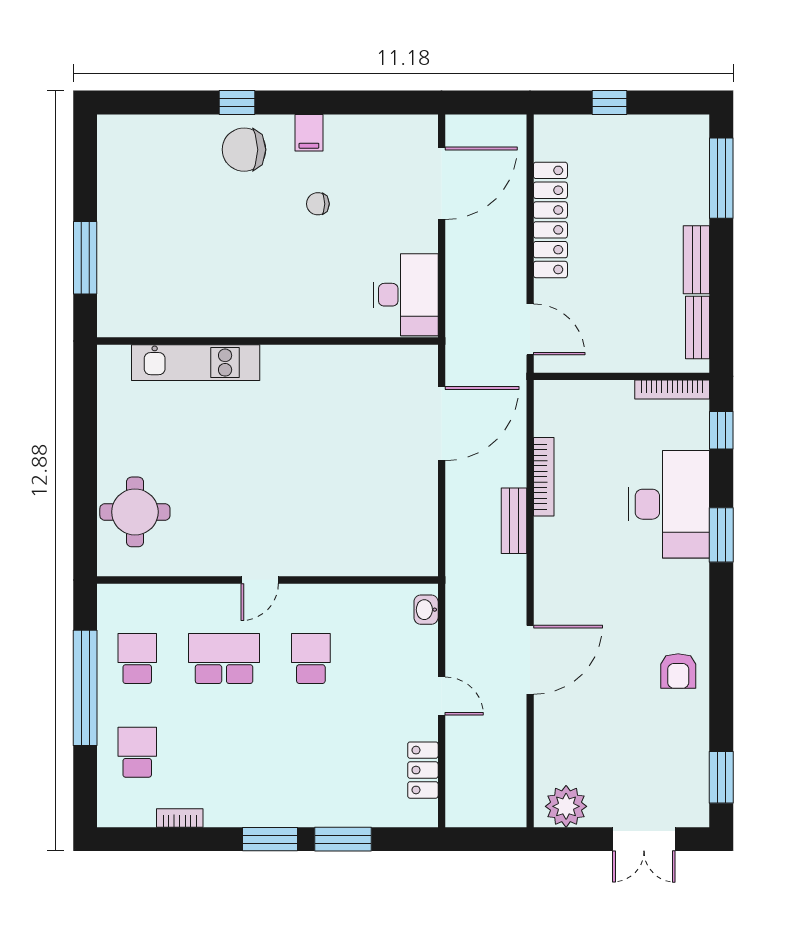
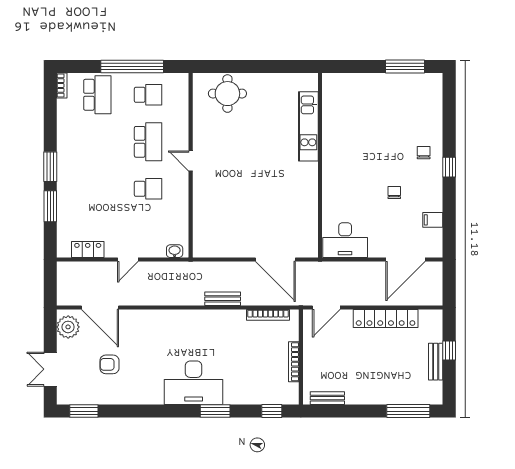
window: (237, 103) -> (449, 167), moved
filing cabinet: (309, 133) -> (433, 220), moved
chair: (244, 150) -> (424, 153), width x0.54, depth x0.54
door: (442, 183) -> (405, 260), hinge flipped
window: (85, 258) -> (405, 67), moved
bench: (696, 260) -> (436, 362), moved, turned 90
bookcase: (672, 389) -> (294, 362), moved
bookcase: (544, 477) -> (268, 315), moved
desk: (669, 504) -> (194, 383), moved
door: (530, 660) -> (100, 307), moved
armchair: (678, 671) -> (109, 364), moved
school desk: (137, 752) -> (97, 95), width x1.85
bookcase: (180, 818) -> (62, 85), moved

